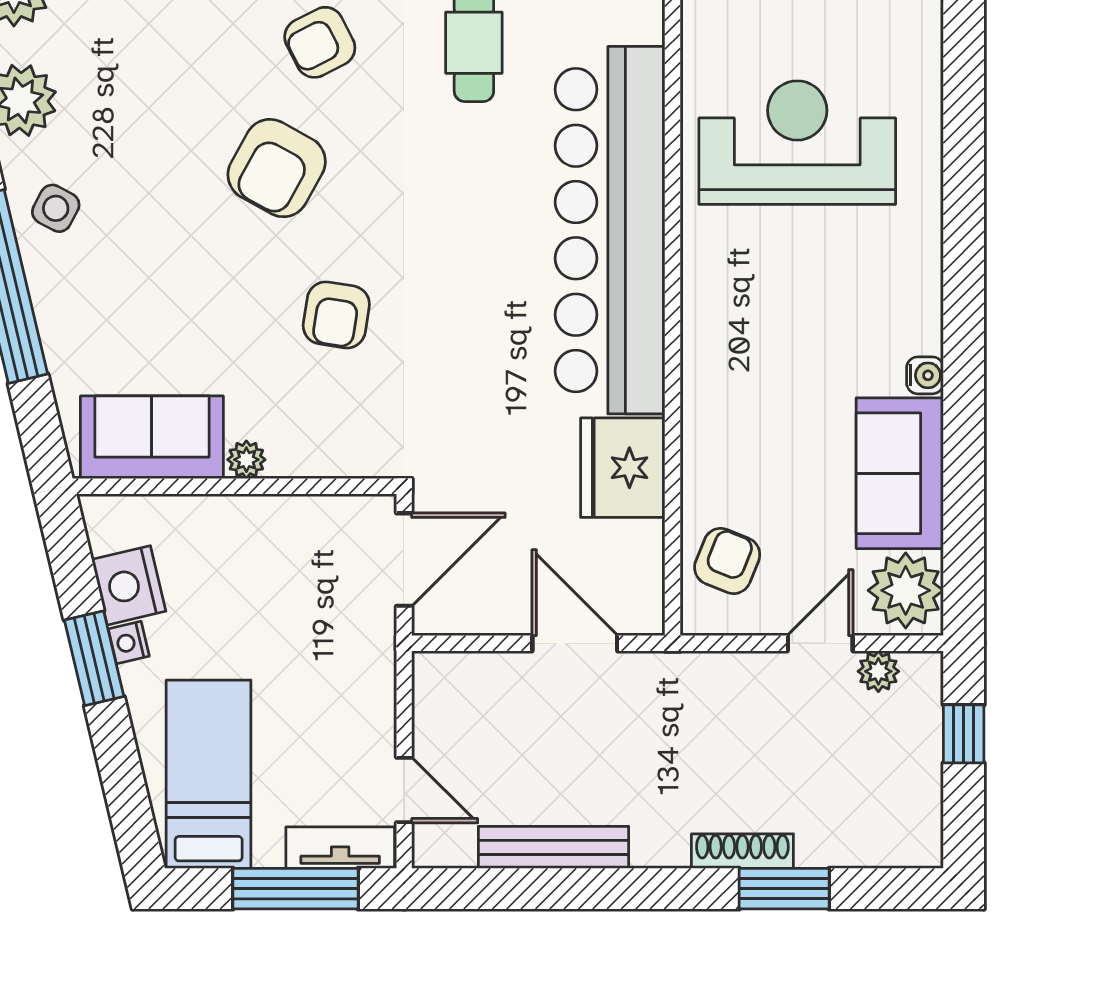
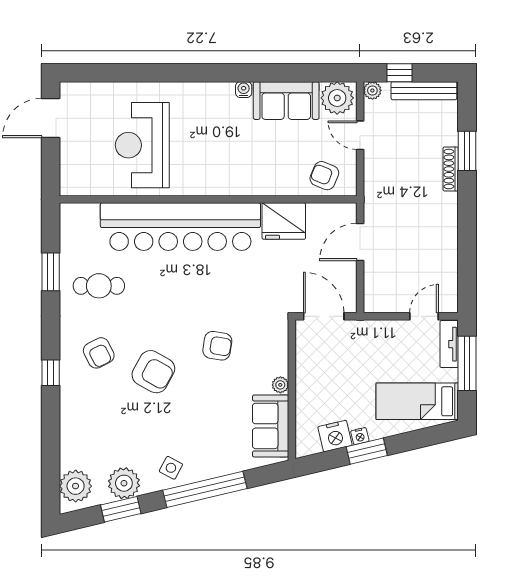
plant: (878, 671) -> (372, 90), moved
bench: (554, 847) -> (424, 91), moved, turned 90

